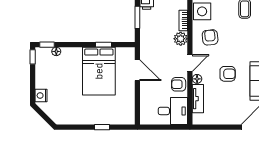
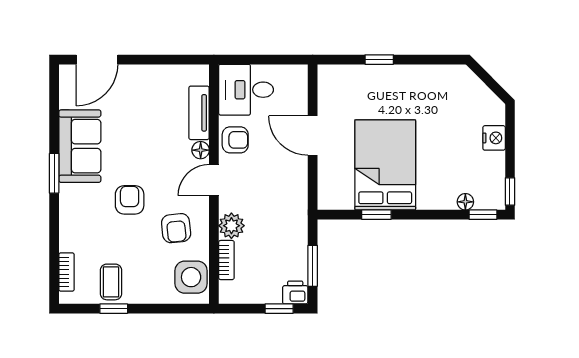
door: (137, 70) -> (313, 136), moved
armchair: (228, 74) -> (130, 200), moved, turned 90
nightstand: (41, 95) -> (494, 138), moved

